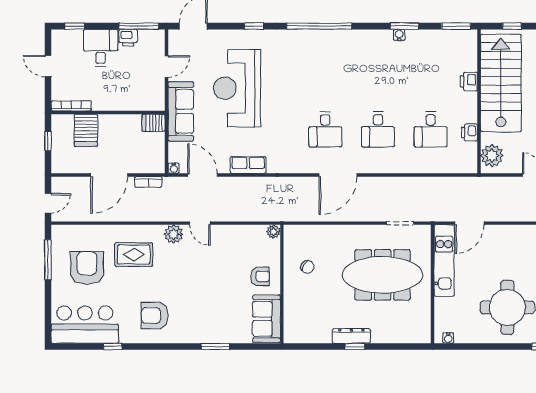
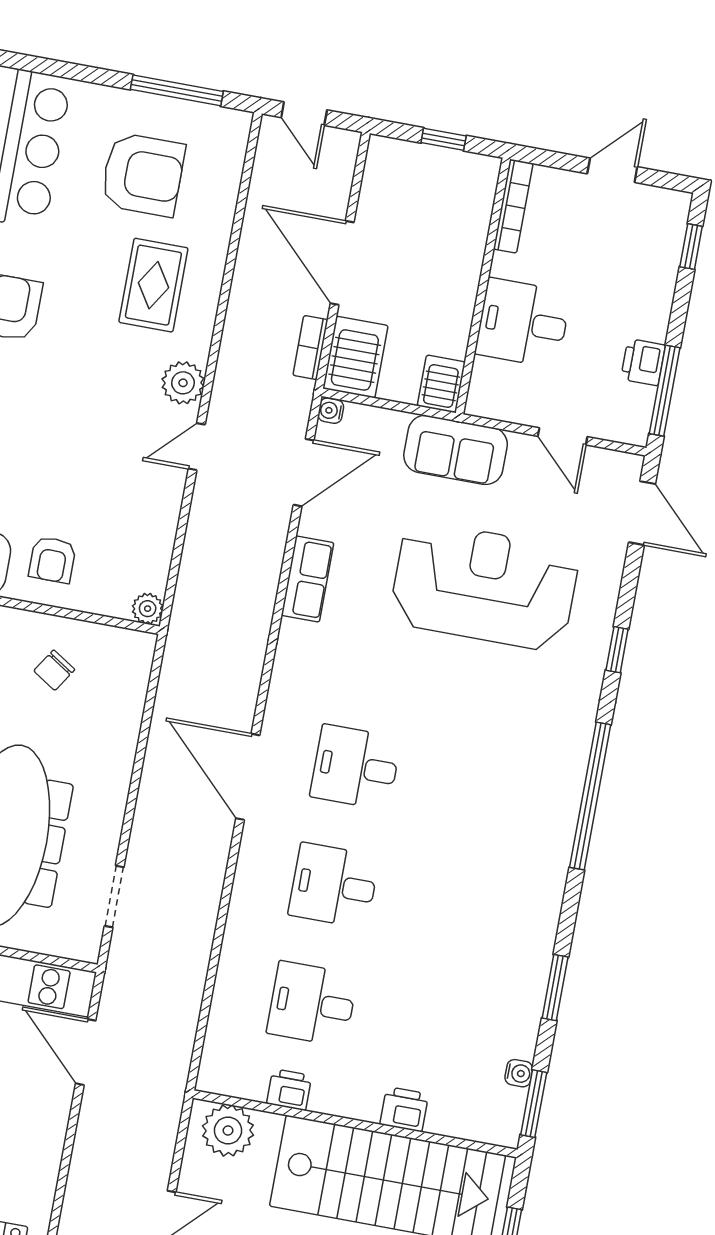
water cooler: (399, 35) -> (519, 1073), moved
desk: (101, 48) -> (523, 323), moved, turned 180
sofa: (181, 111) -> (456, 450), width x0.73
server rack: (86, 130) -> (355, 357), moved, turned 90

